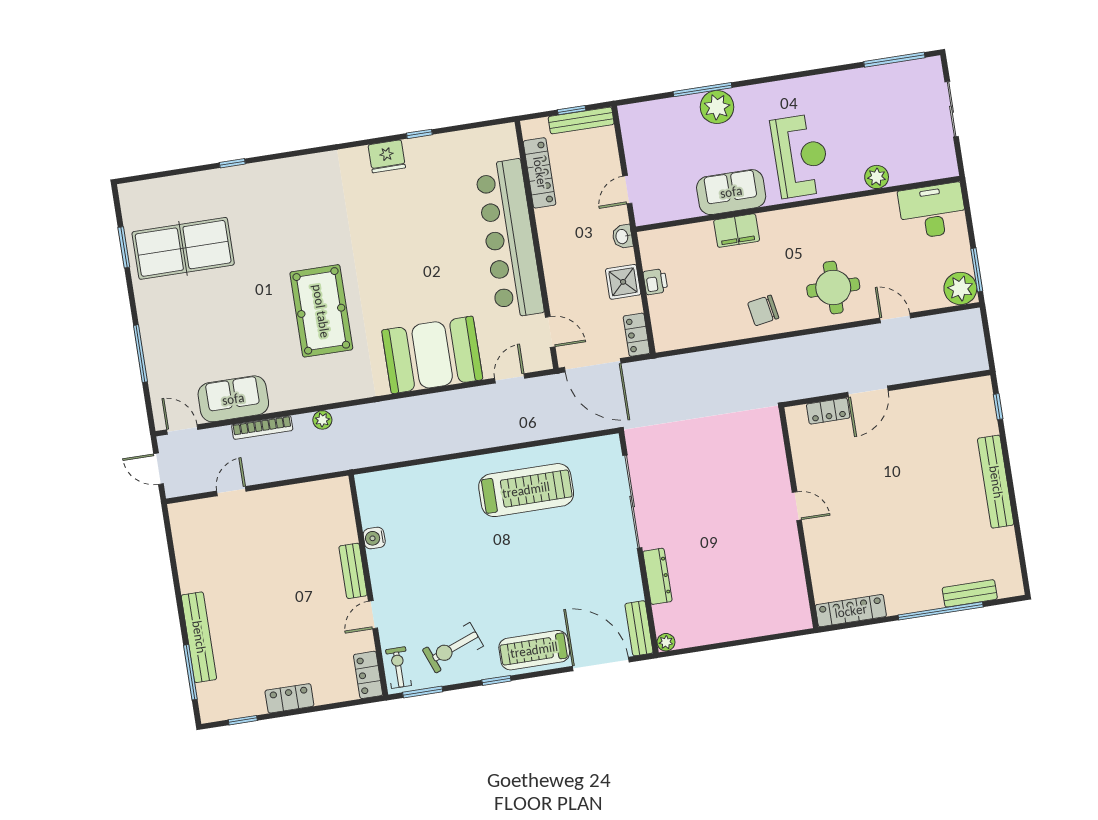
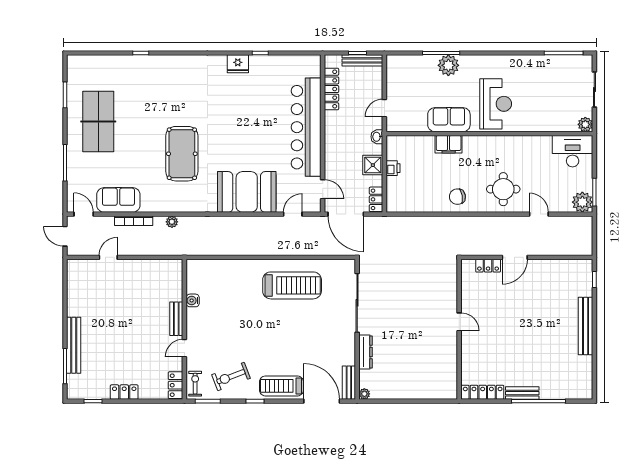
plant: (877, 177) -> (585, 124), moved
table tennis table: (183, 248) -> (98, 121), moved, turned 90
bench: (970, 593) -> (522, 393), moved

